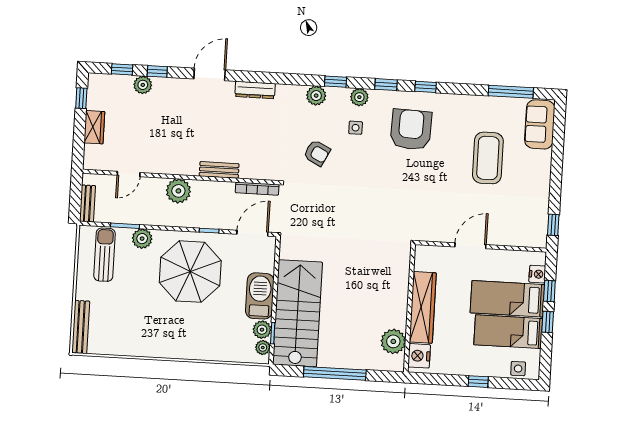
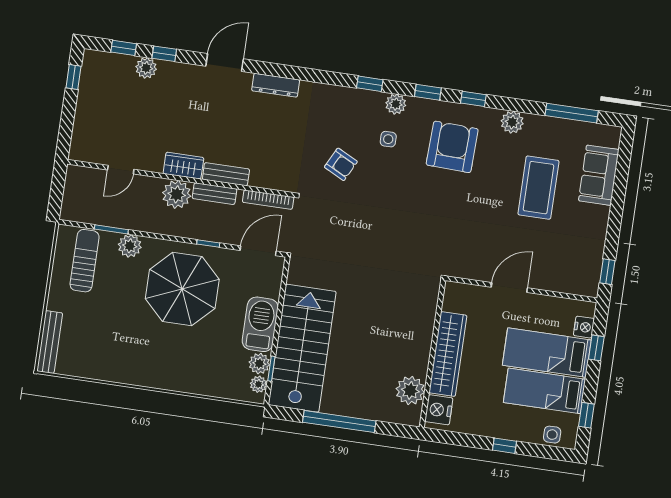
plant: (316, 96) -> (512, 122), moved
sofa: (540, 124) -> (599, 175), moved
wardrobe: (94, 127) -> (183, 166), moved, turned -90
bench: (87, 203) -> (215, 194), moved, turned 90
window: (548, 322) -> (586, 415), moved

